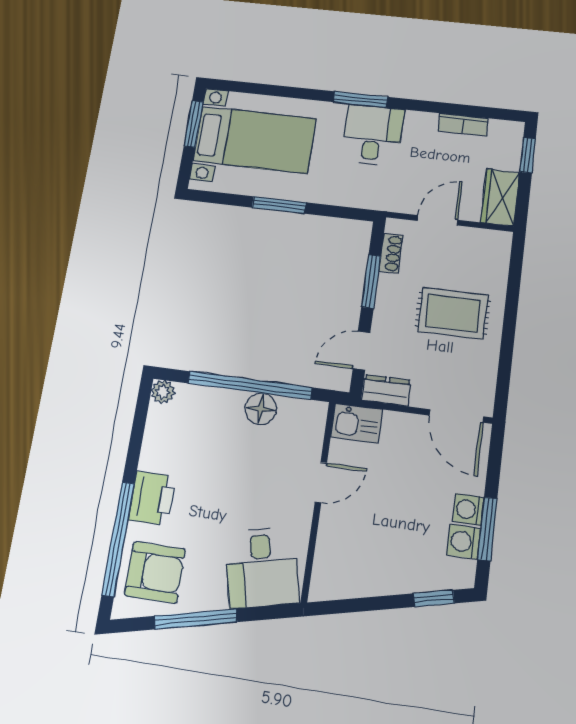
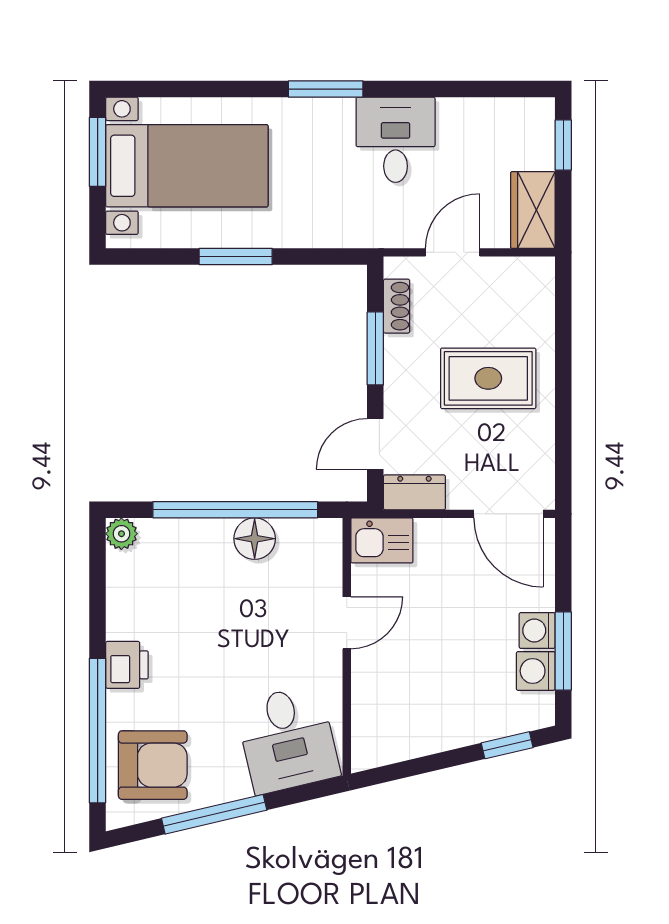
bookcase: (463, 125) -> (471, 110), removed
desk: (372, 135) -> (396, 140), moved
printer: (152, 498) -> (127, 665), width x0.73, depth x0.81

